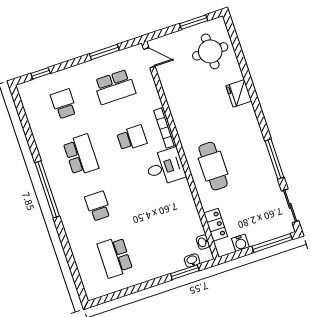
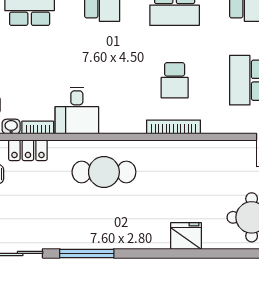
desk: (165, 167) -> (77, 110), moved
bookcase: (197, 223) -> (38, 127), added

